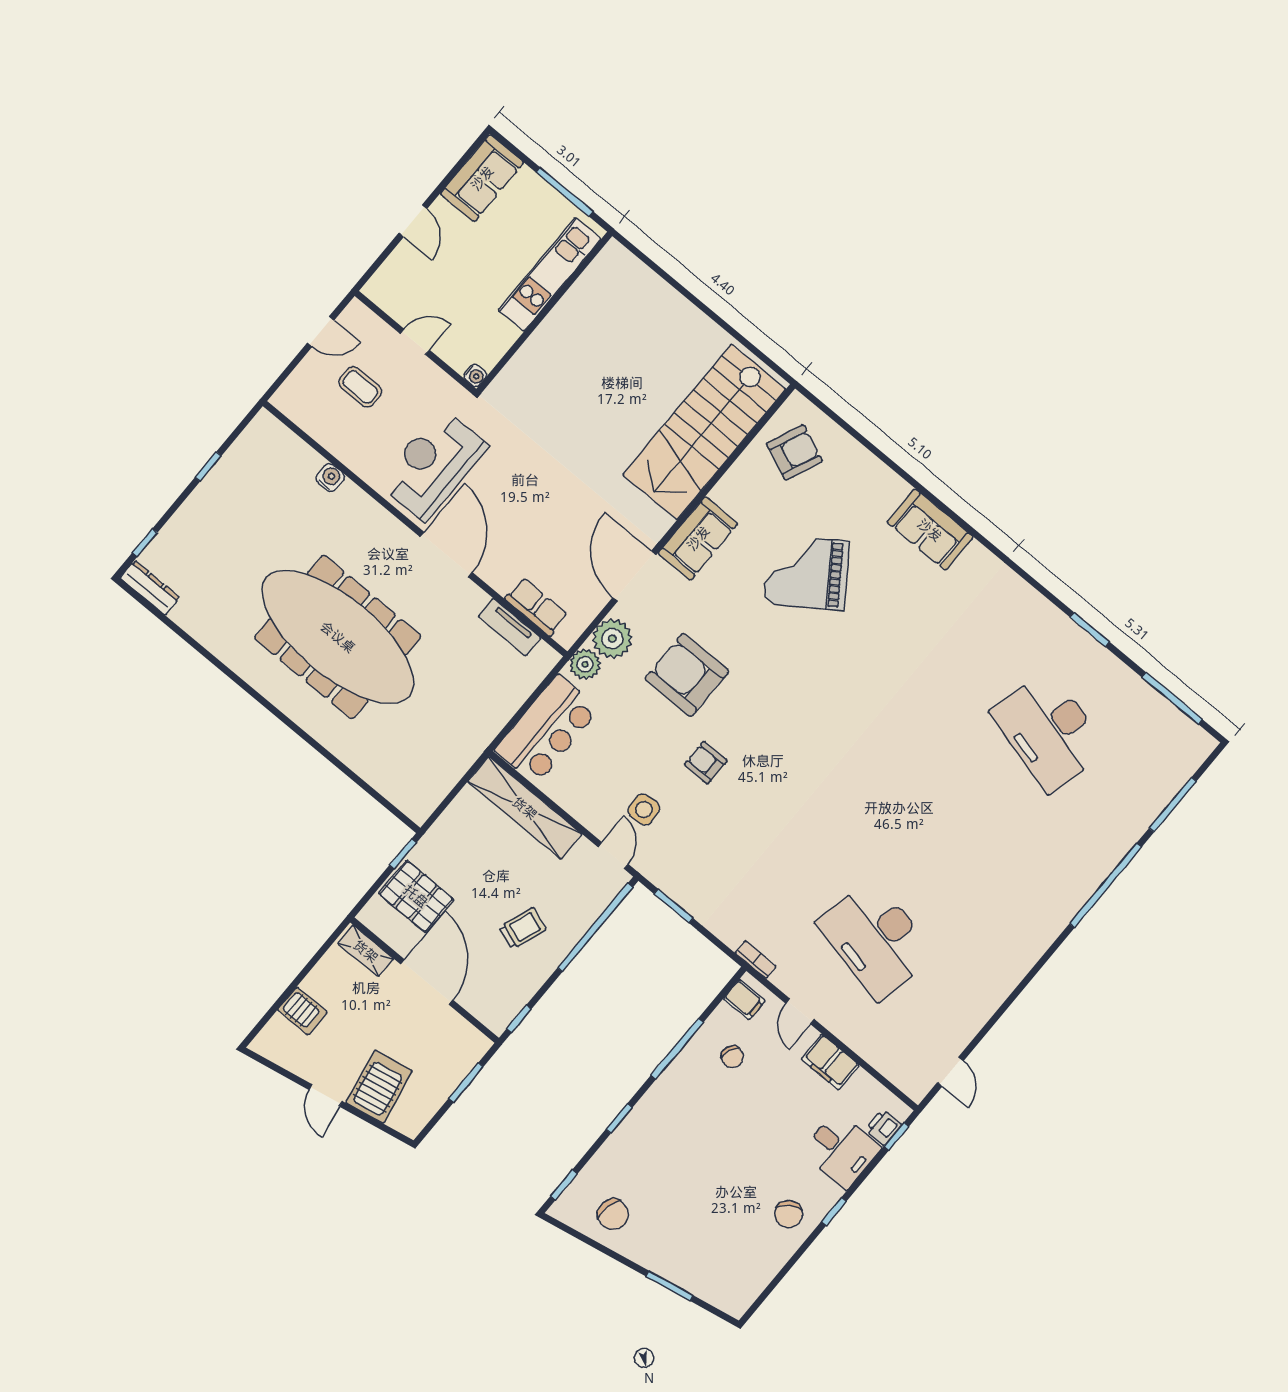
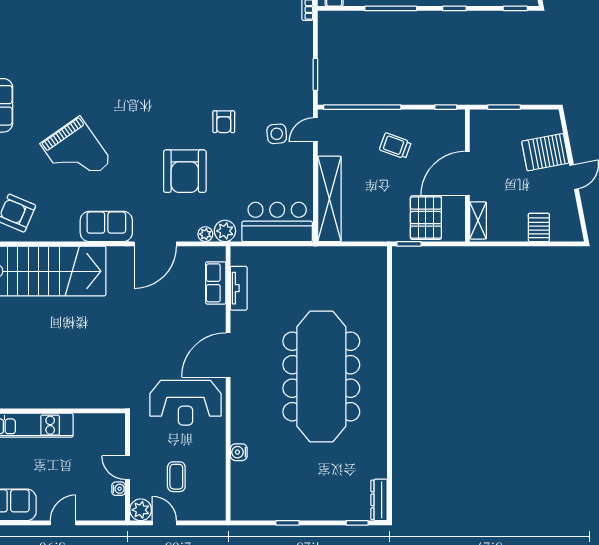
plant: (357, 318) -> (141, 510), added
water cooler: (475, 375) -> (119, 489), moved, turned 90
plant: (612, 639) -> (205, 234), width x0.53, depth x0.53

